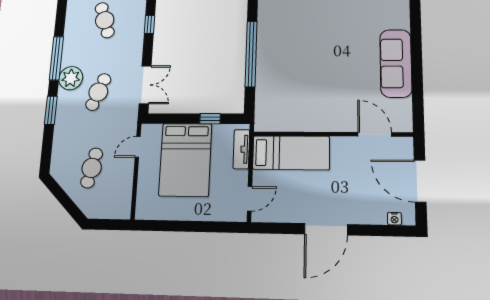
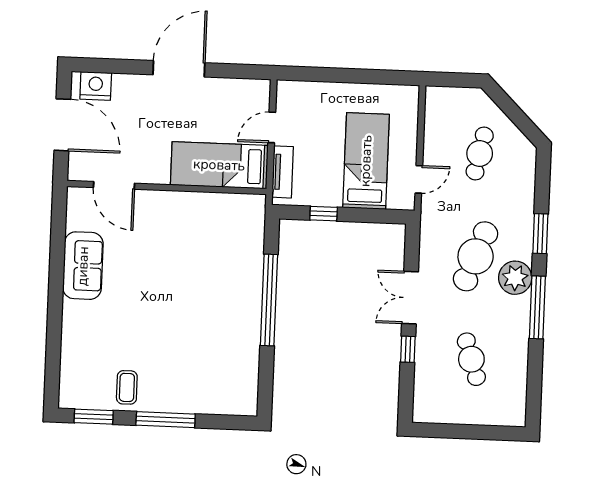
sofa: (396, 63) -> (83, 266), width x0.73
double door: (145, 85) -> (410, 298), moved
cafe table: (98, 92) -> (476, 256), width x1.37, depth x1.35
bed: (185, 160) -> (366, 161), width x0.67
door: (250, 199) -> (272, 127), moved
nightstand: (394, 219) -> (96, 86), width x1.89, depth x1.79

